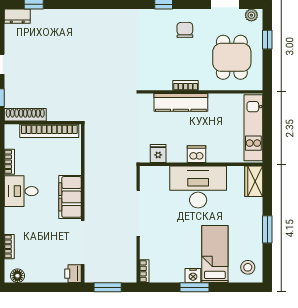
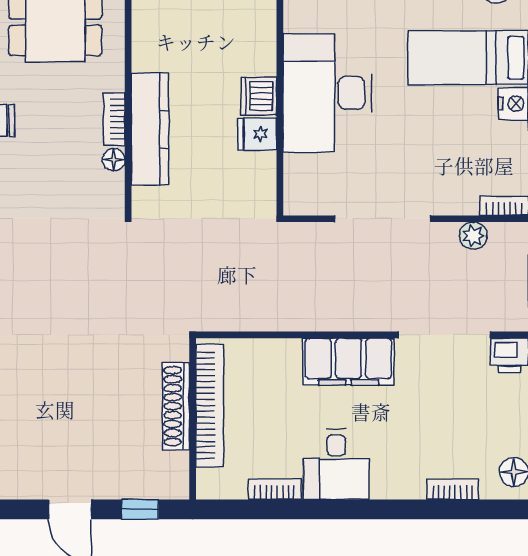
floor lamp: (166, 85) -> (114, 160), added
shoe rack: (25, 115) -> (176, 406), moved
fridge: (158, 154) -> (257, 134), moved
plant: (130, 256) -> (473, 236), added

